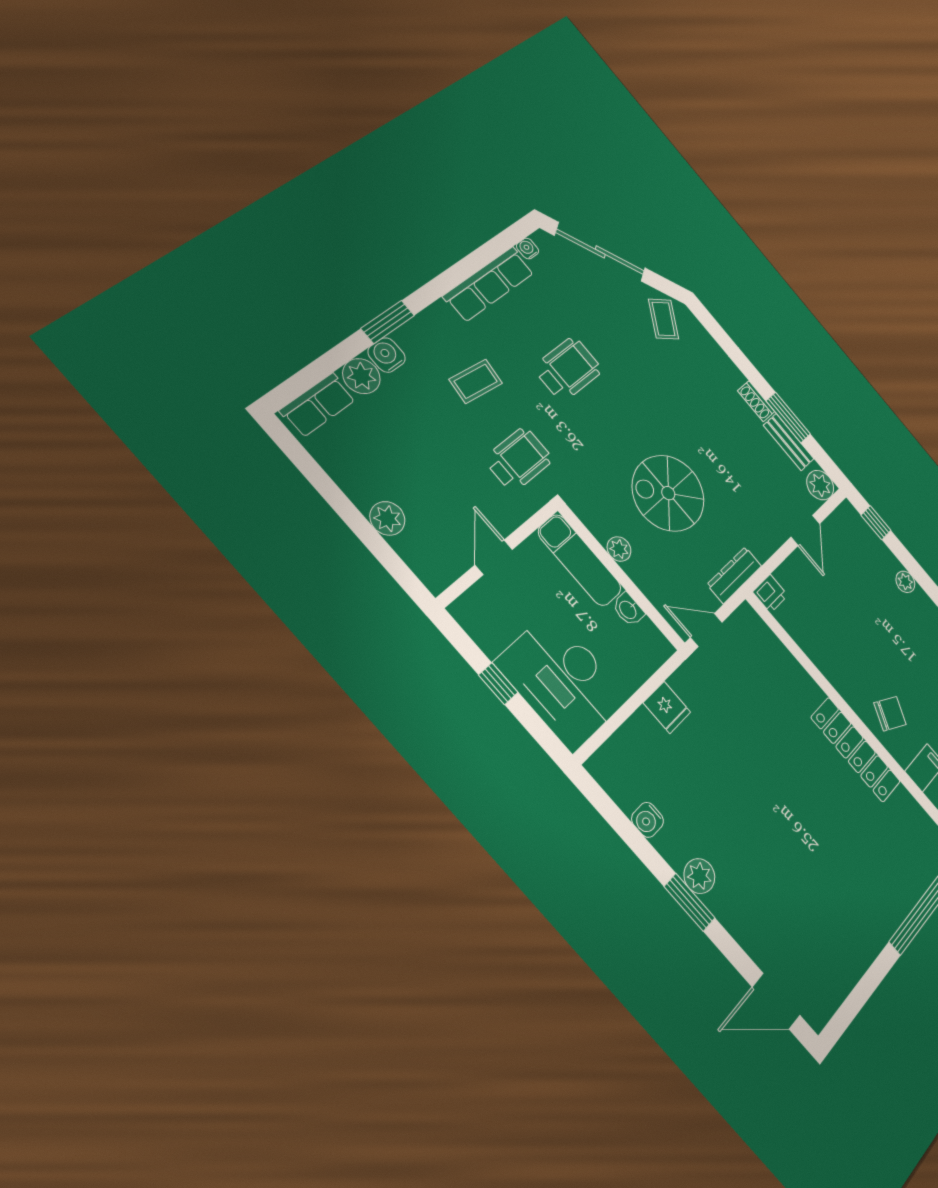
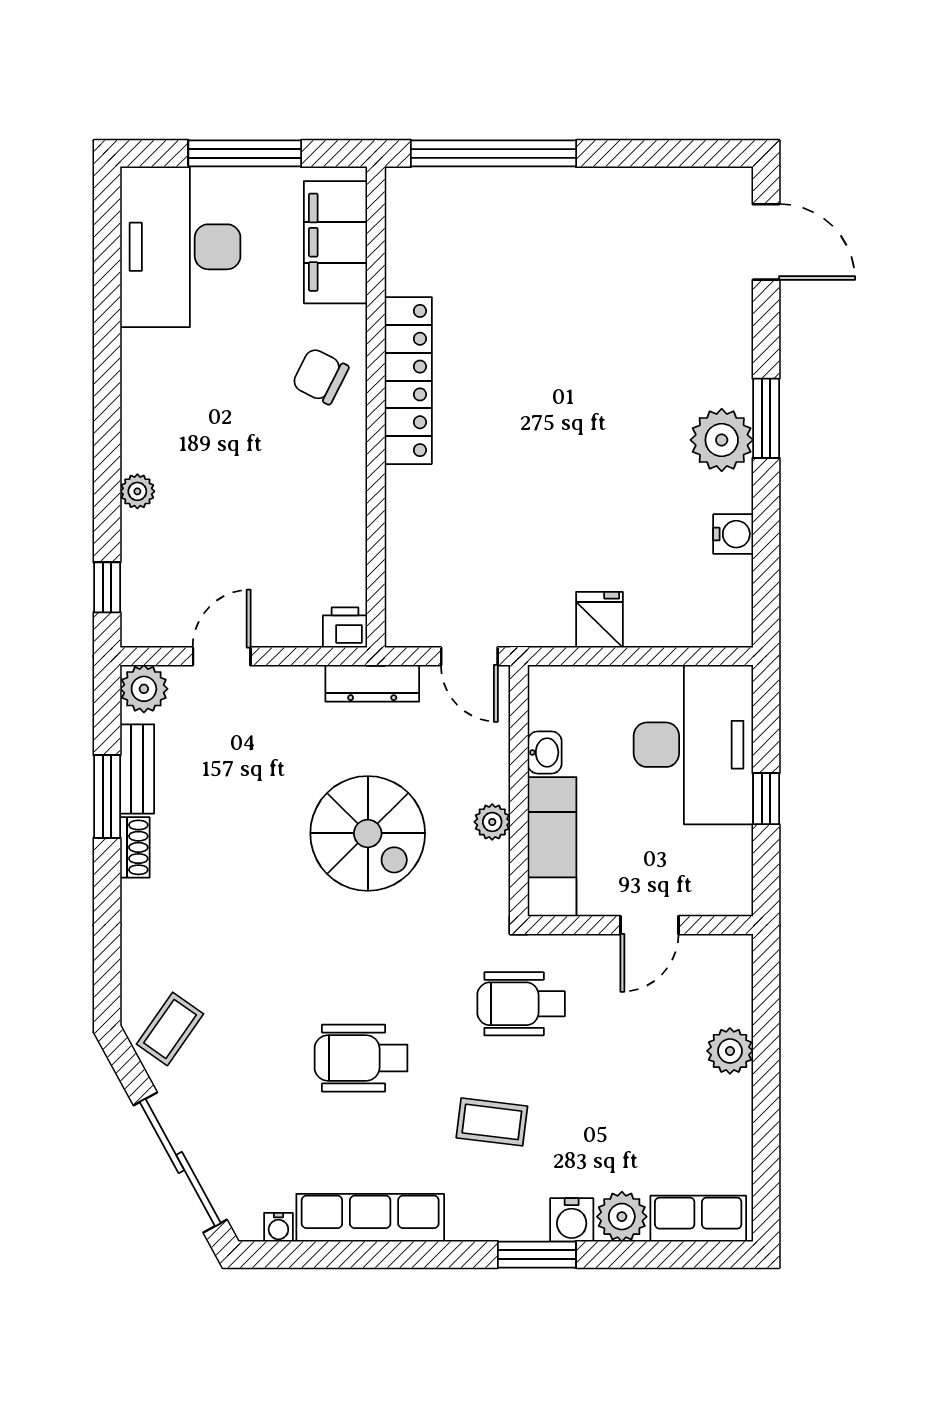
plant: (699, 876) -> (722, 440), width x1.36, depth x1.36

